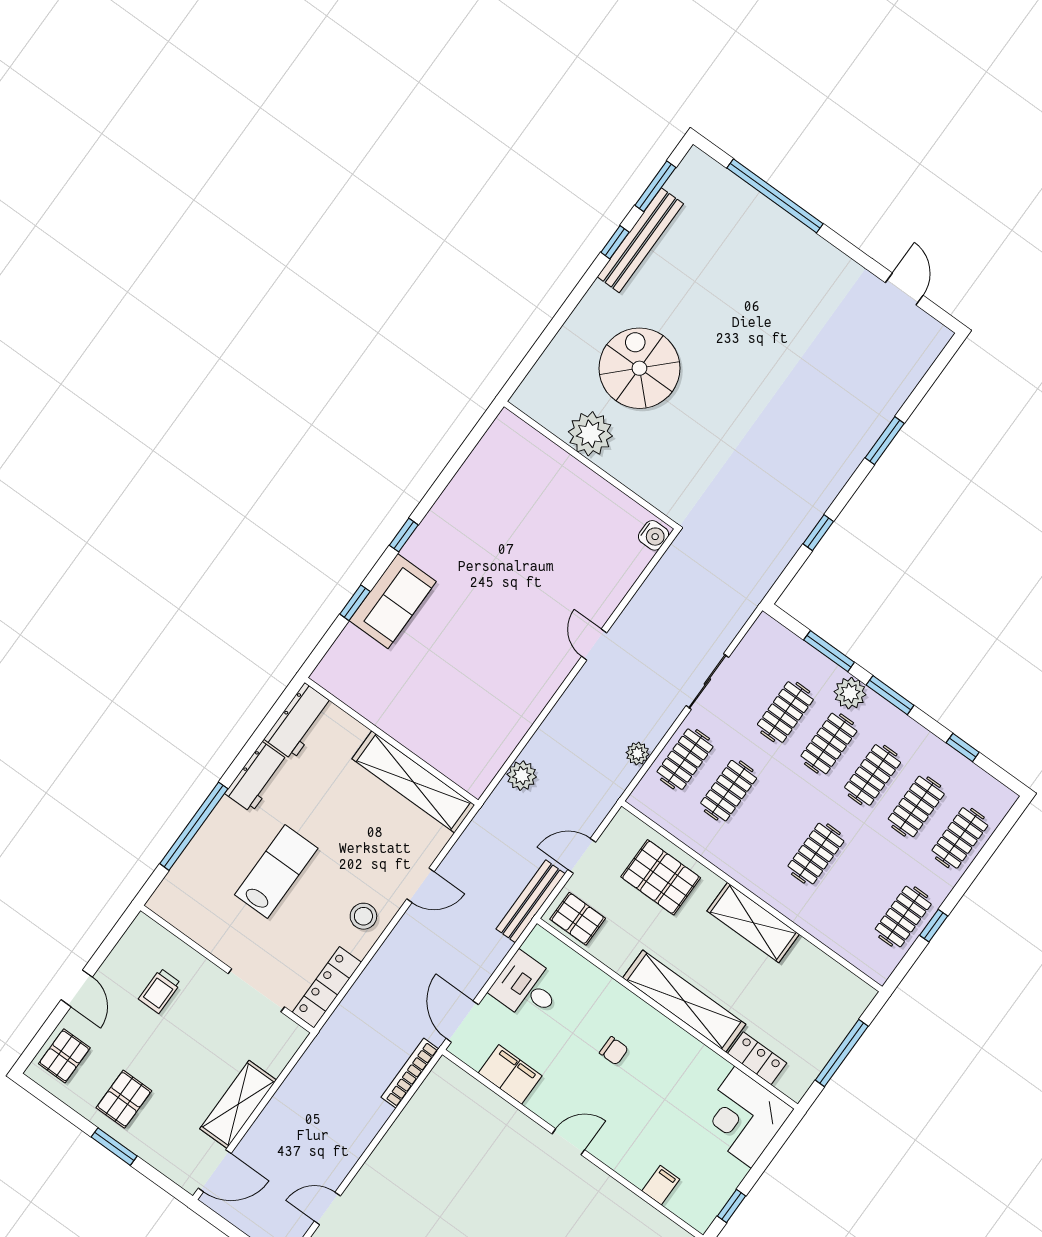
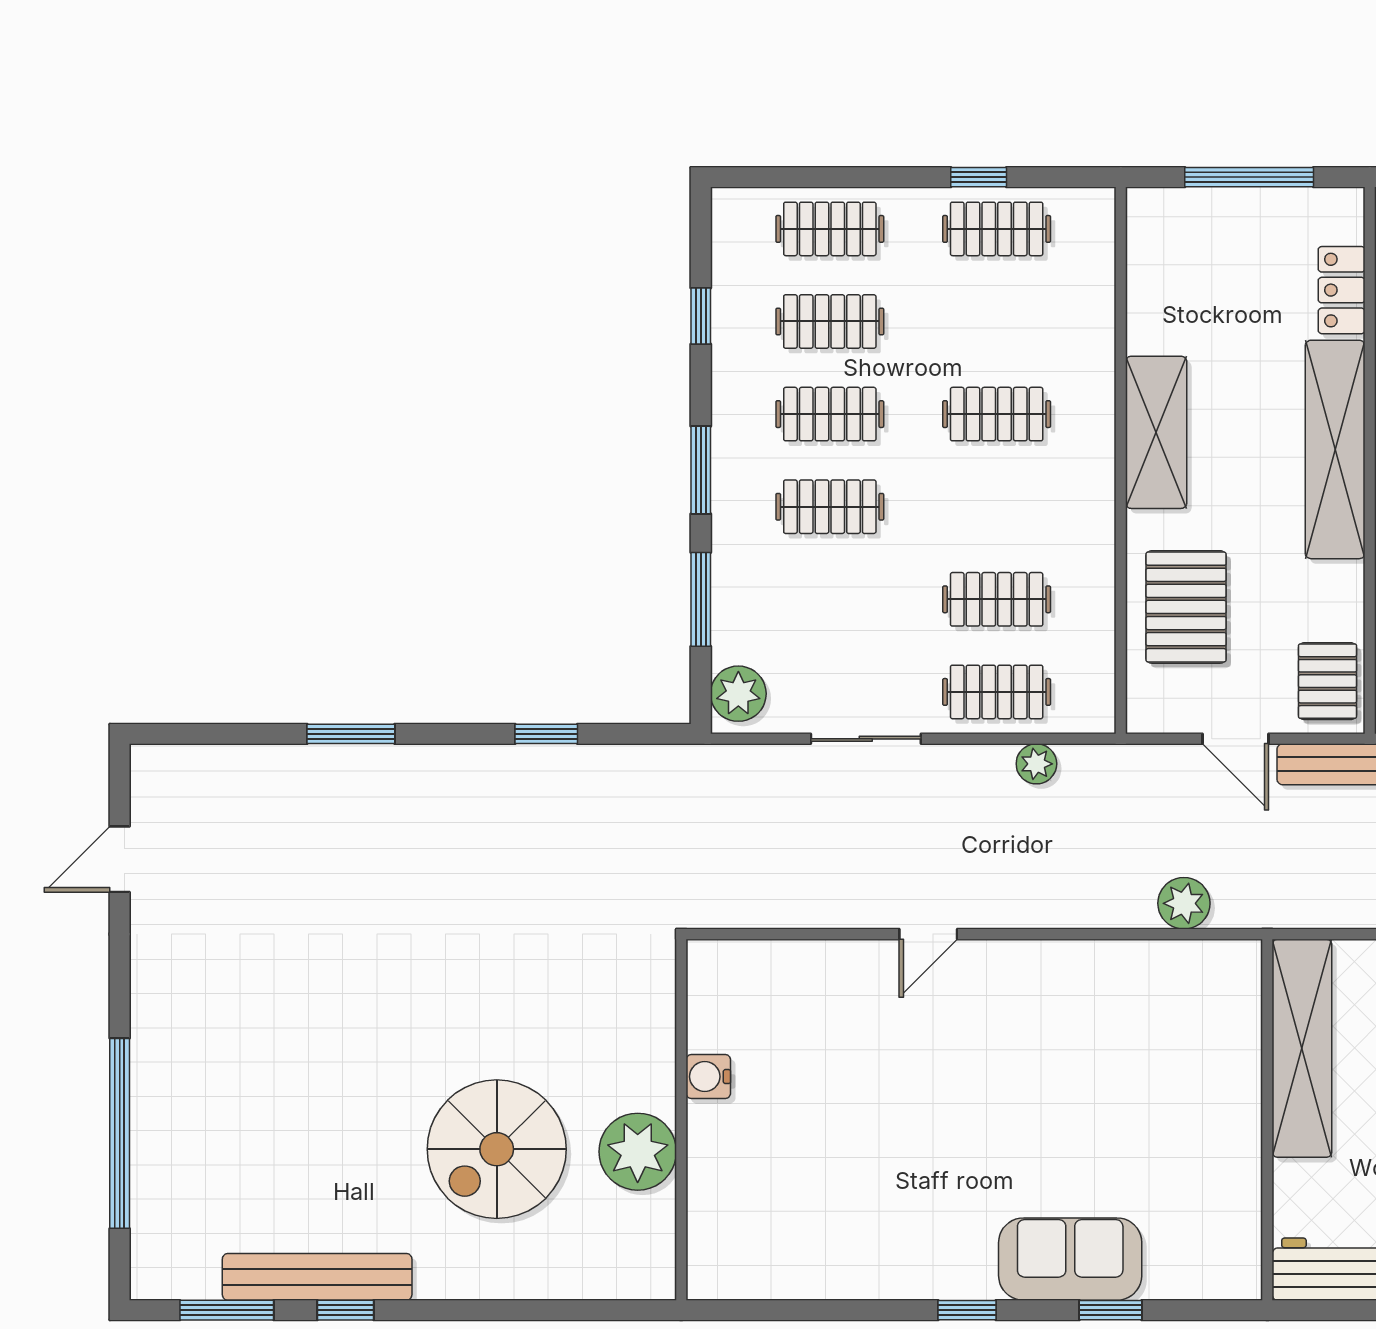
water cooler: (654, 535) -> (708, 1077), moved, turned -90
plant: (850, 693) -> (738, 694), moved
clothes rail: (785, 712) -> (830, 599), removed

